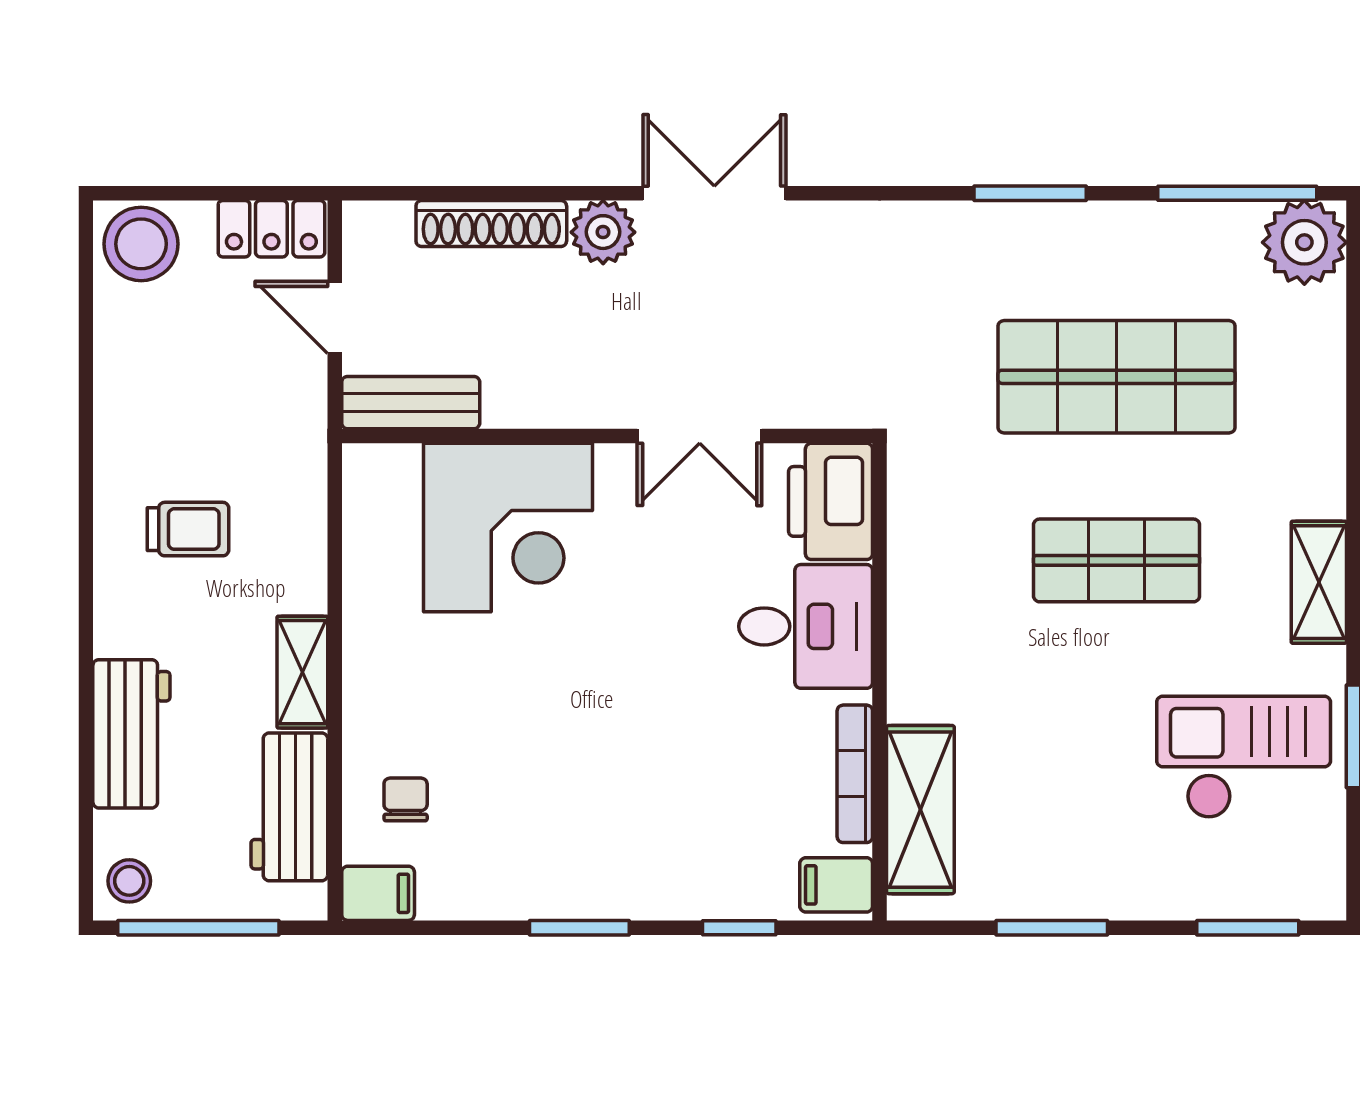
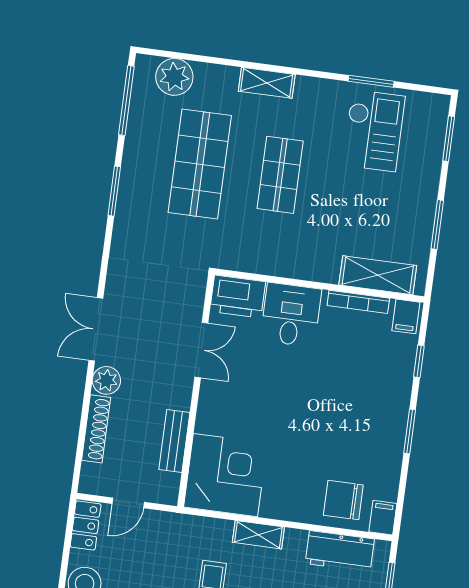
plant: (1304, 242) -> (174, 77), moved
bench: (411, 403) -> (174, 441), moved
corner desk: (508, 527) -> (225, 475), moved
shelving: (1319, 582) -> (267, 83), moved
shelving: (302, 672) -> (258, 535), moved
checkout: (1244, 757) -> (374, 131), turned 180
chair: (406, 799) -> (343, 500), width x1.87, depth x1.87

